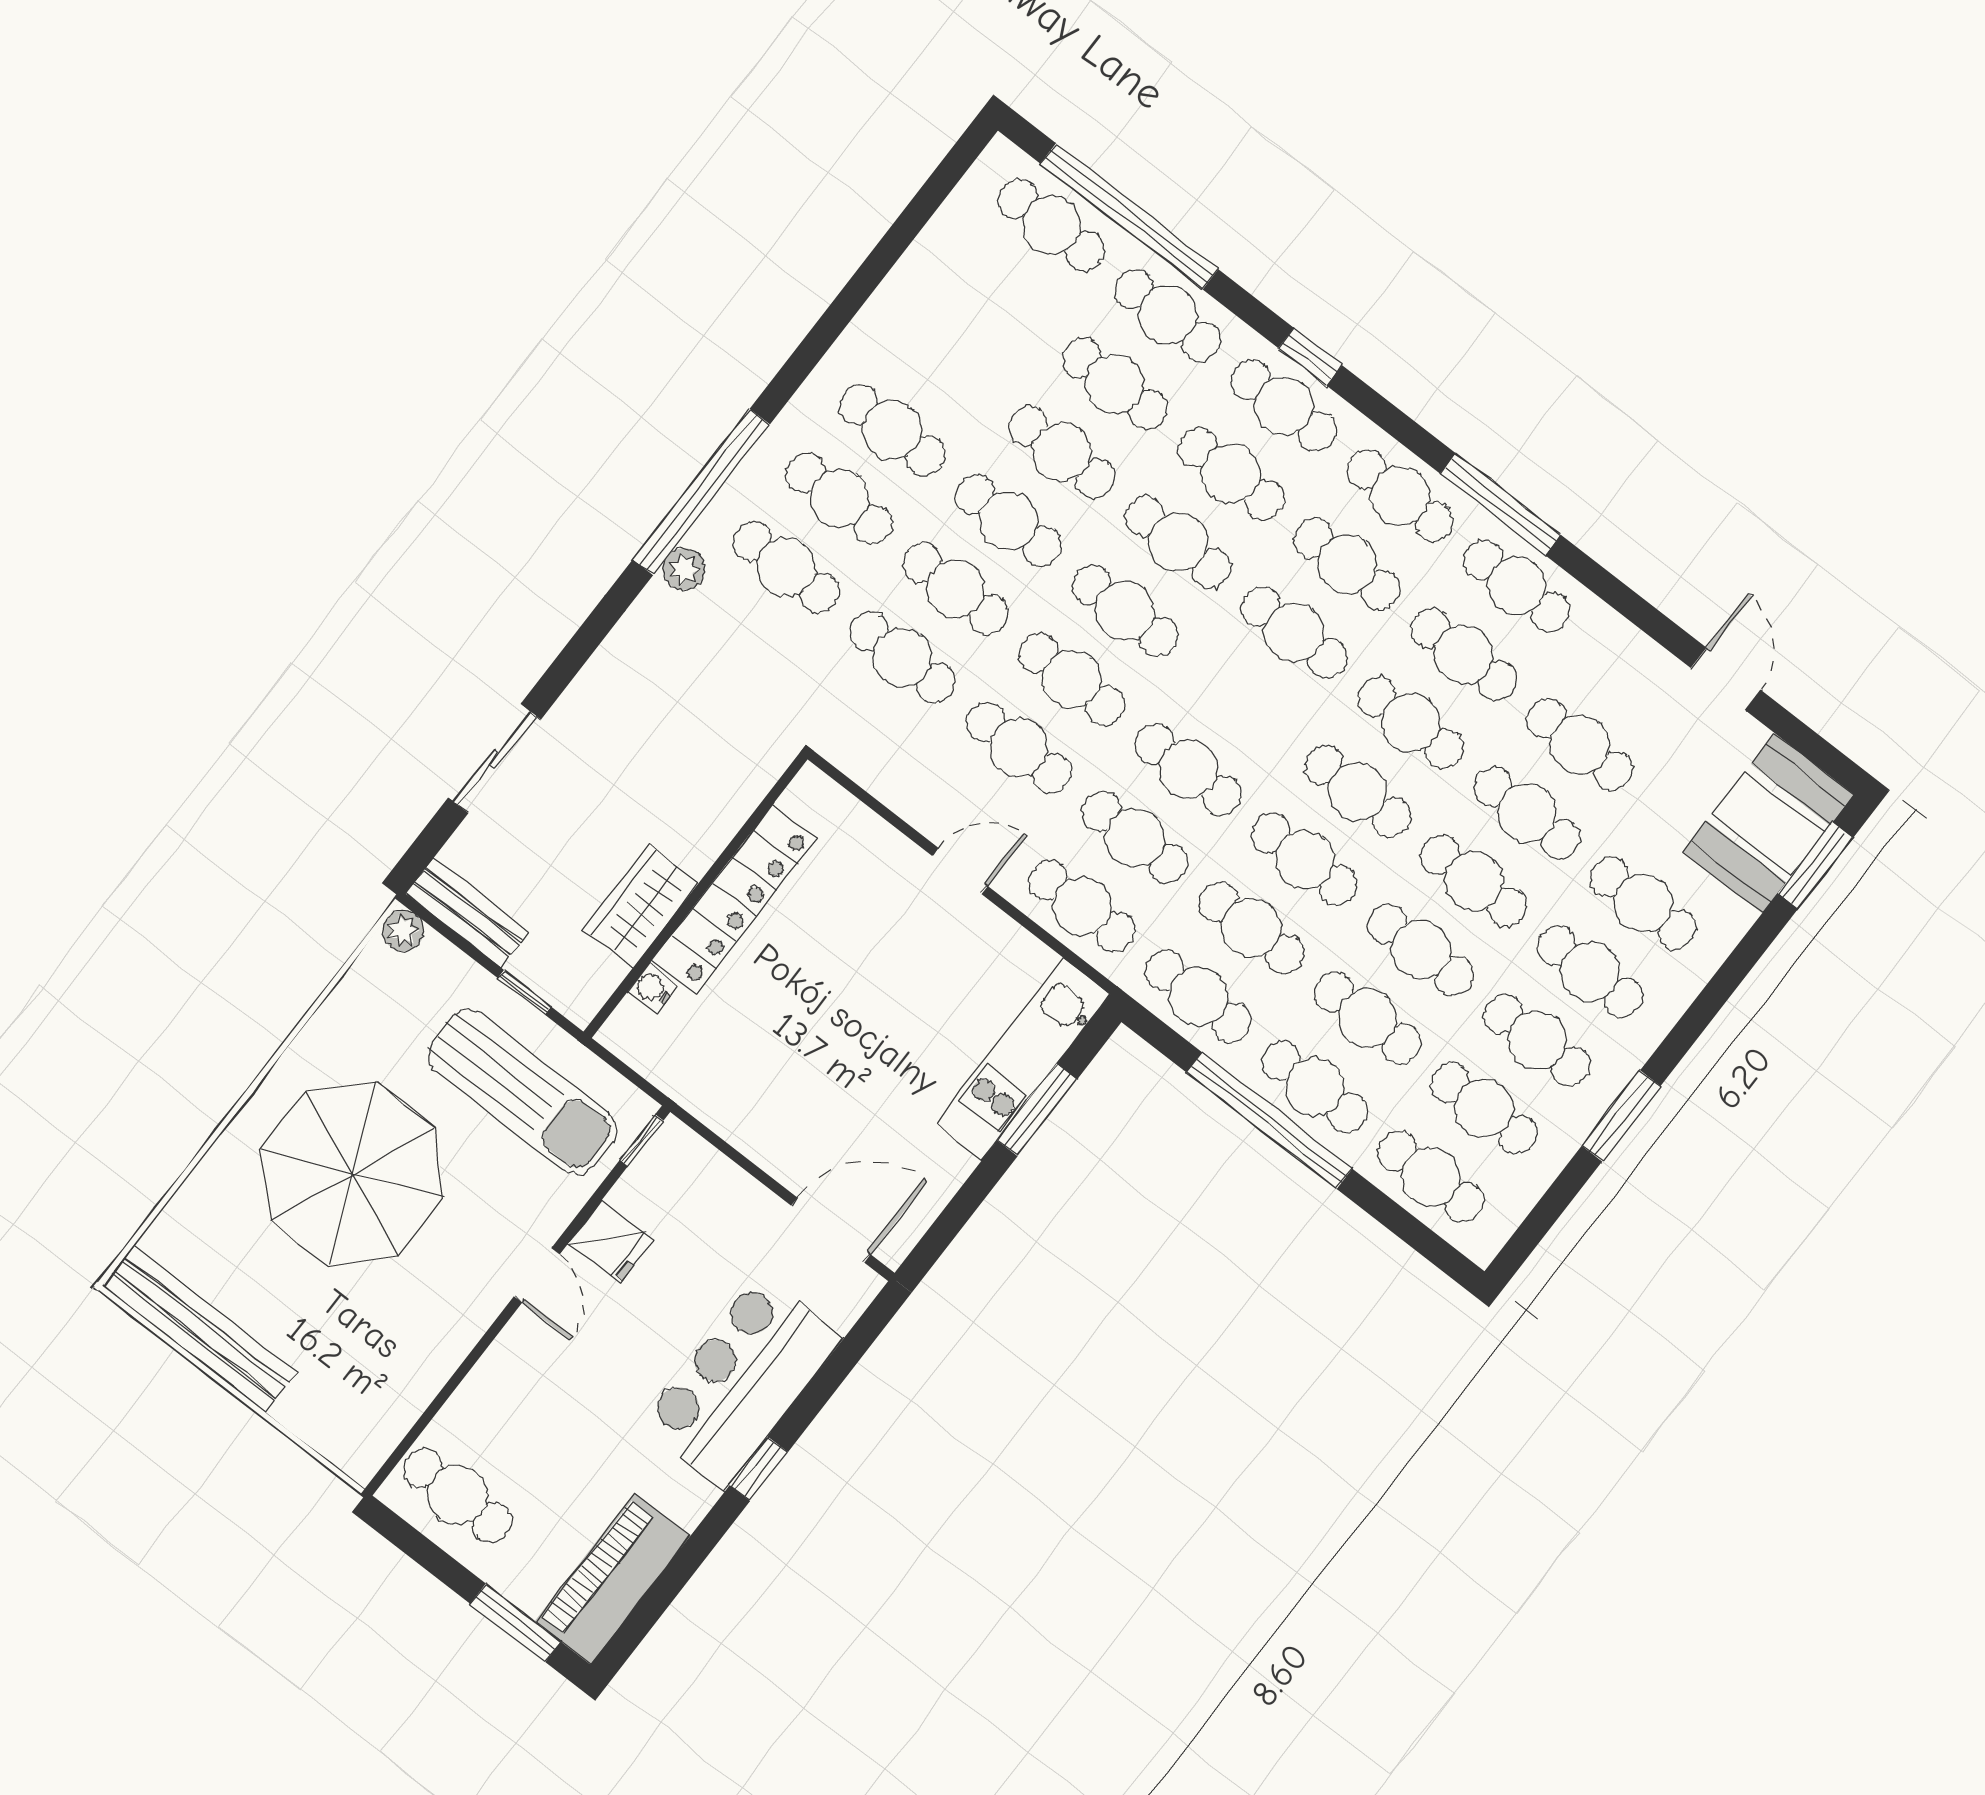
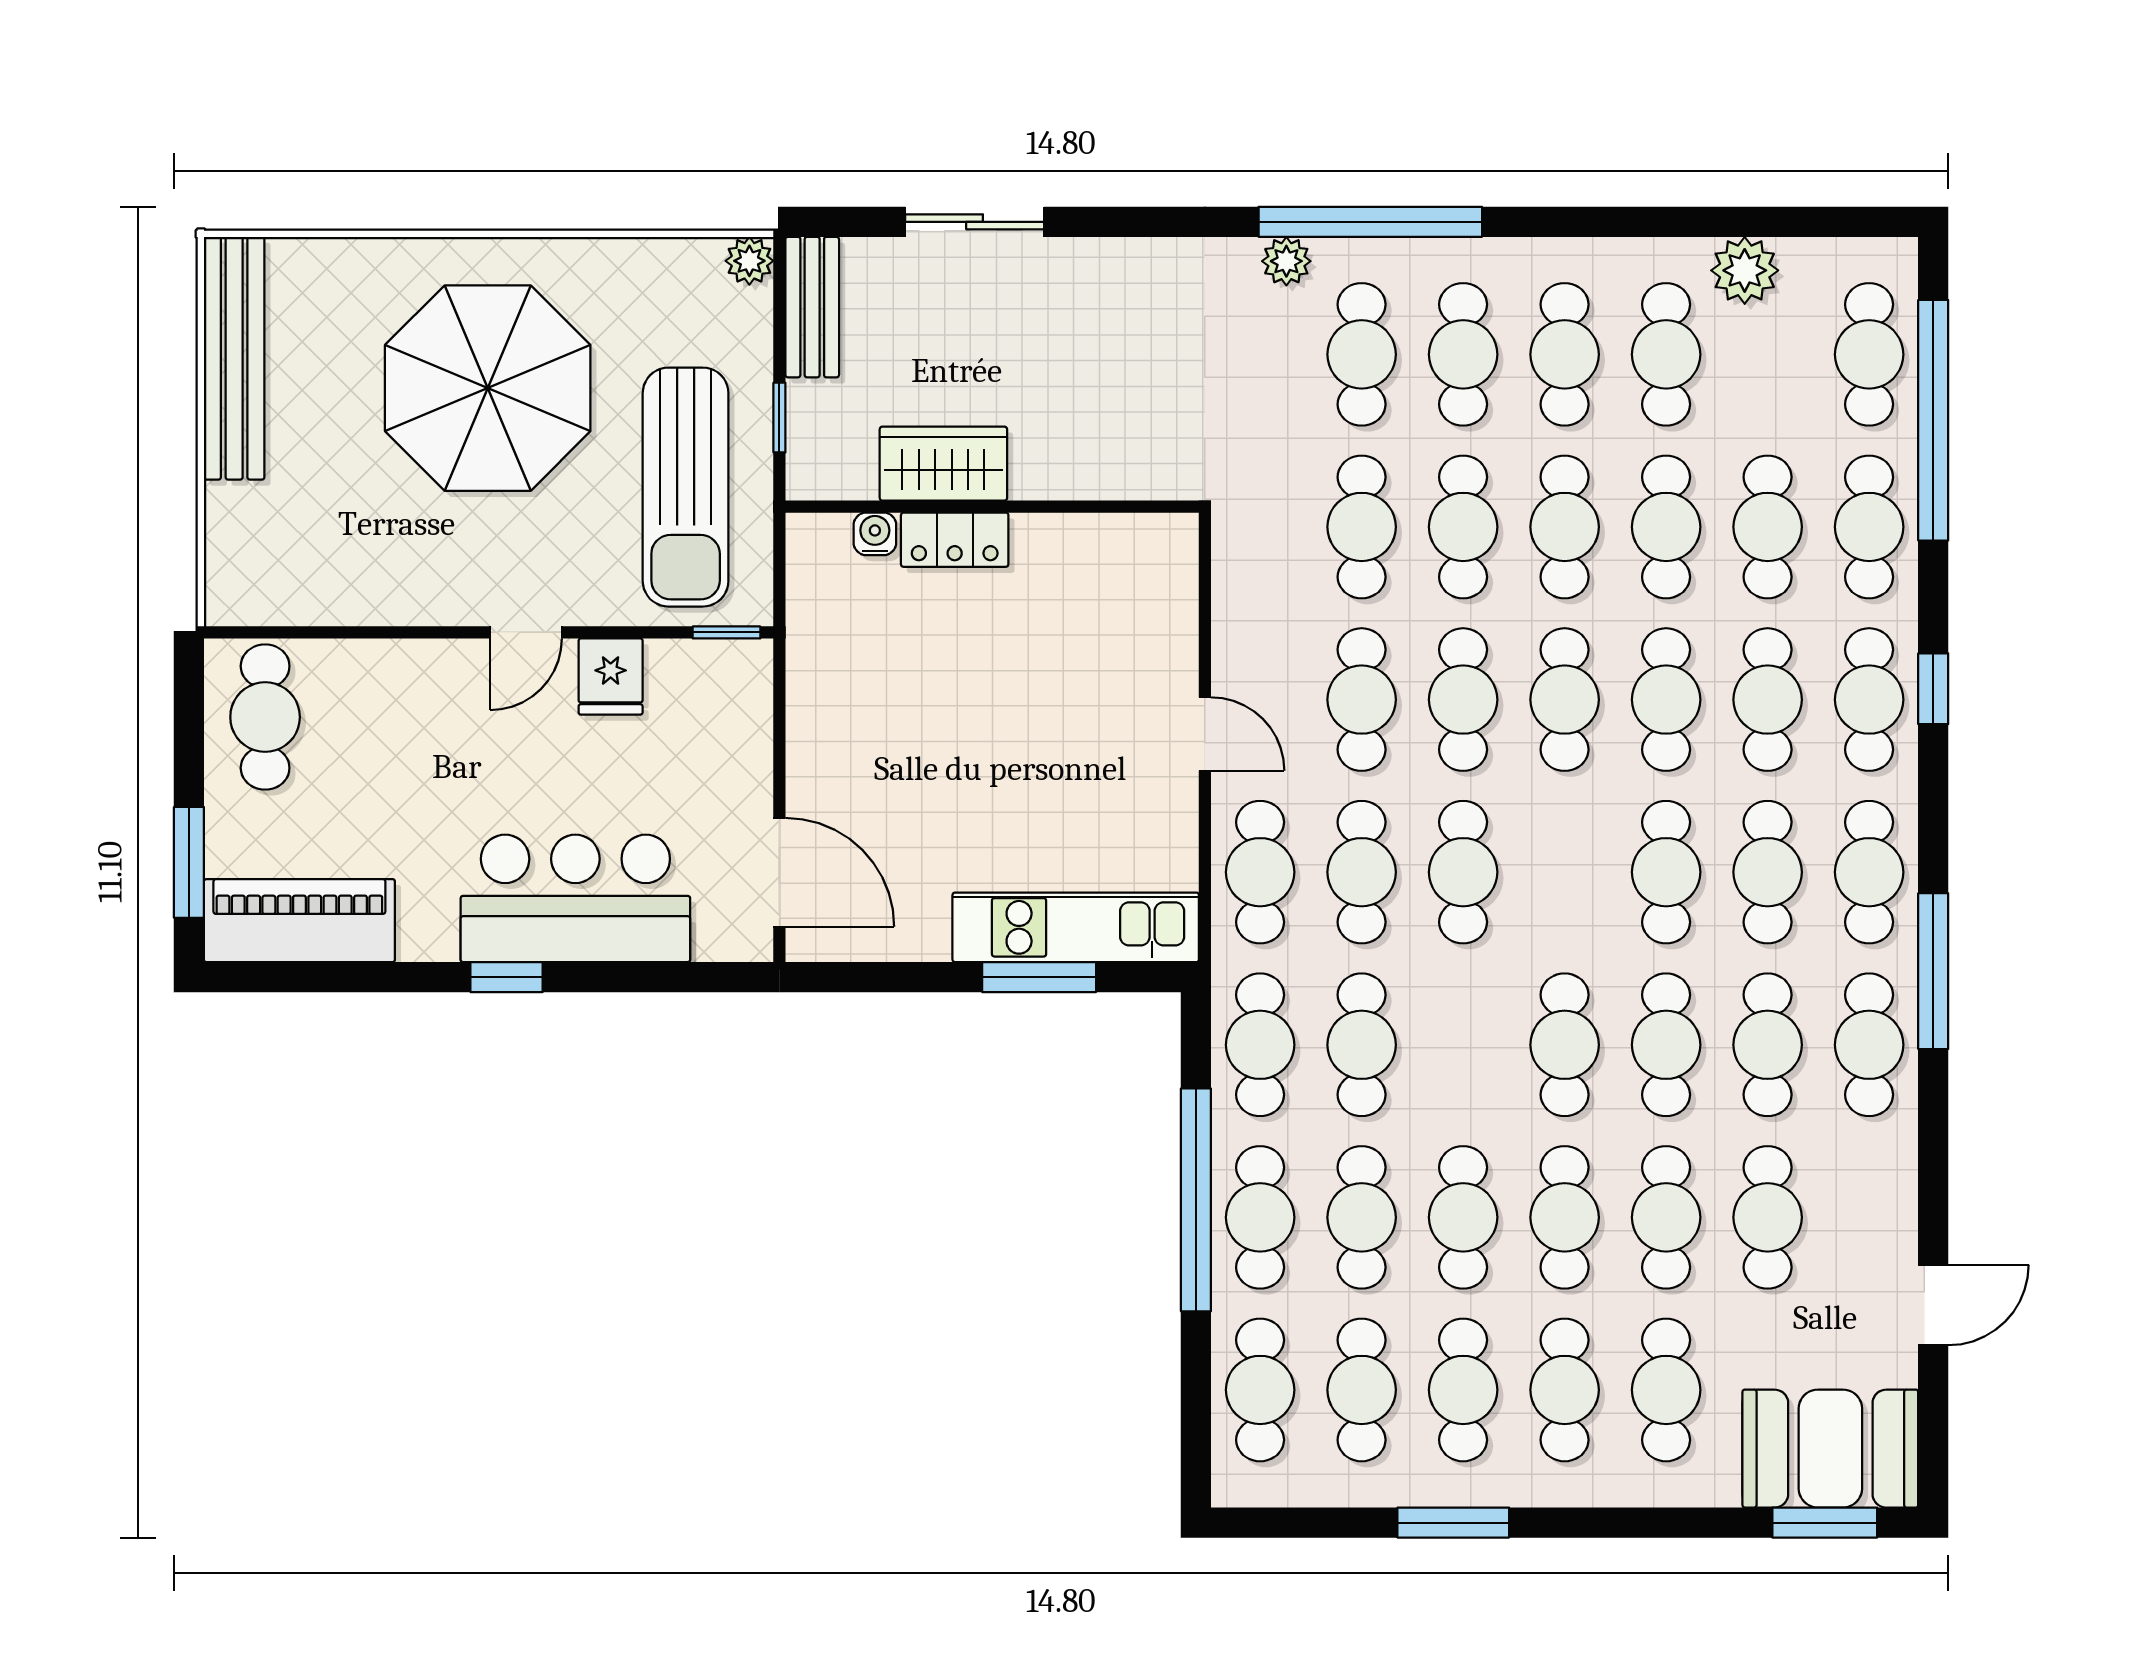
plant: (930, 265) -> (1745, 270), added
cafe table: (1304, 860) -> (1666, 354), moved
locker: (735, 899) -> (955, 540), width x0.46, depth x0.83

